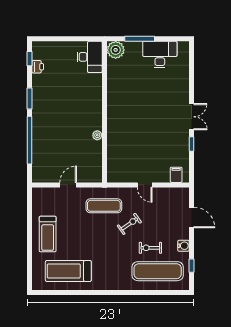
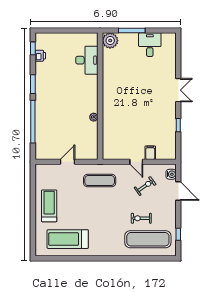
desk: (160, 54) -> (150, 45), width x0.73
desk: (90, 57) -> (87, 60), moved
double door: (191, 117) -> (178, 90), moved
filing cabinet: (176, 175) -> (150, 153), moved
exercise bike: (129, 224) -> (145, 186), moved
treadmill: (48, 234) -> (49, 206), turned 180
water cooler: (183, 246) -> (171, 174), moved

